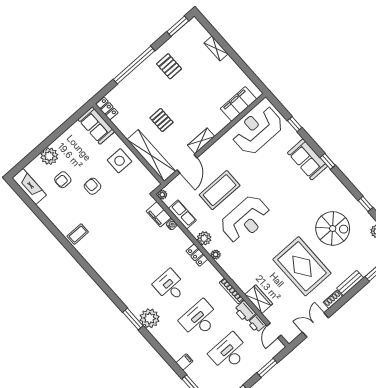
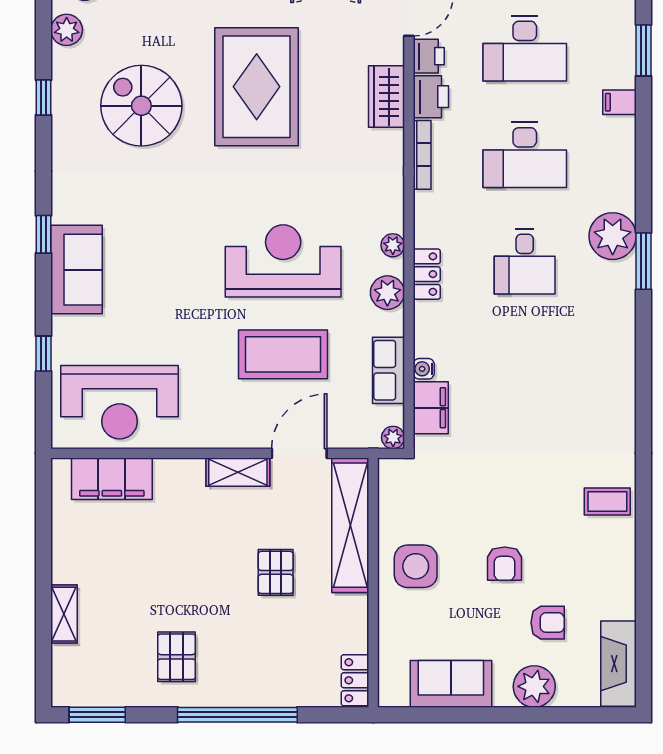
sofa: (96, 125) -> (451, 684), moved, turned -90

